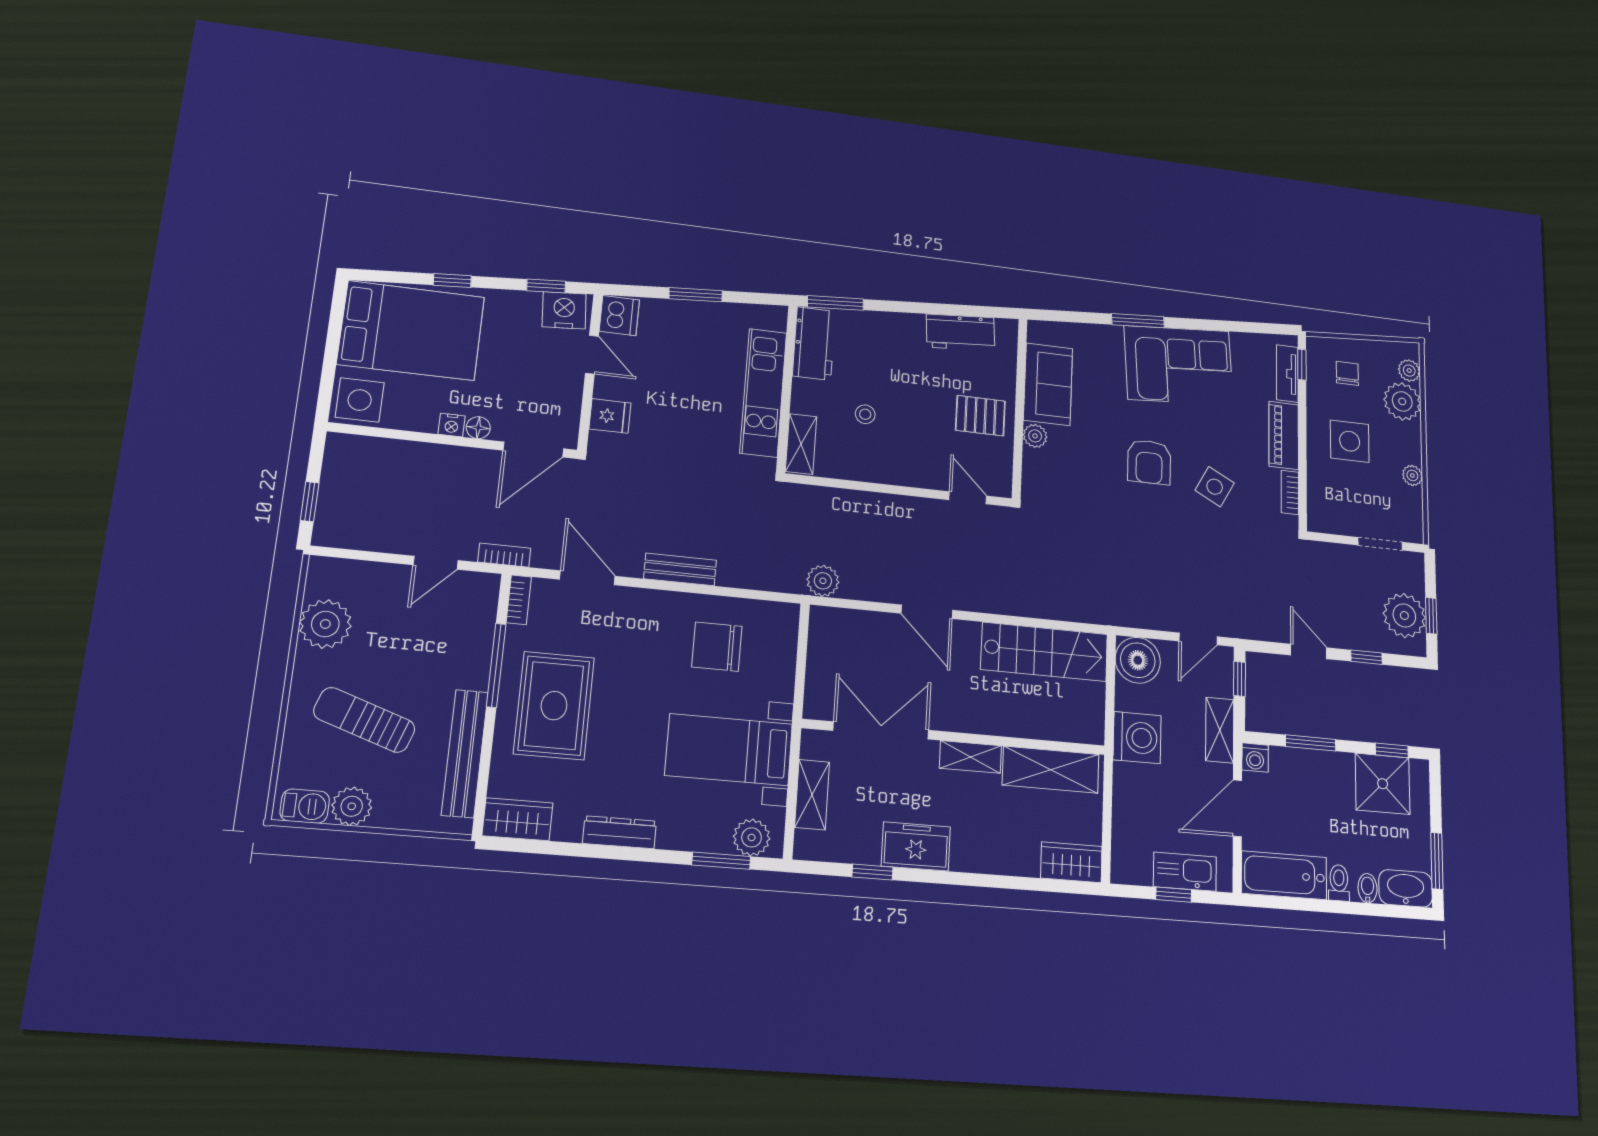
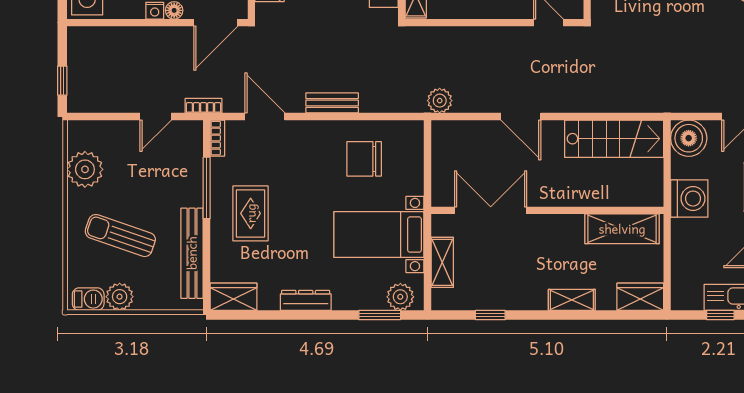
rug: (554, 706) -> (251, 213), width x0.73, depth x0.70
shelving: (970, 757) -> (572, 300), moved
freezer: (916, 846) -> (522, 294), removed

